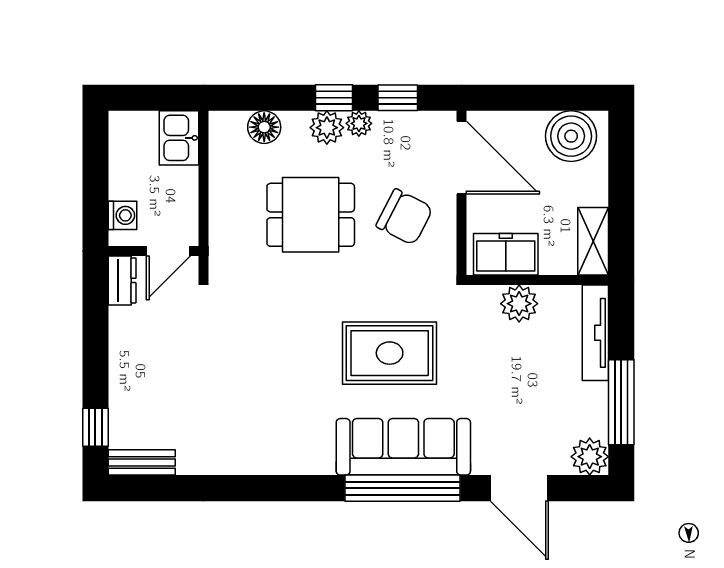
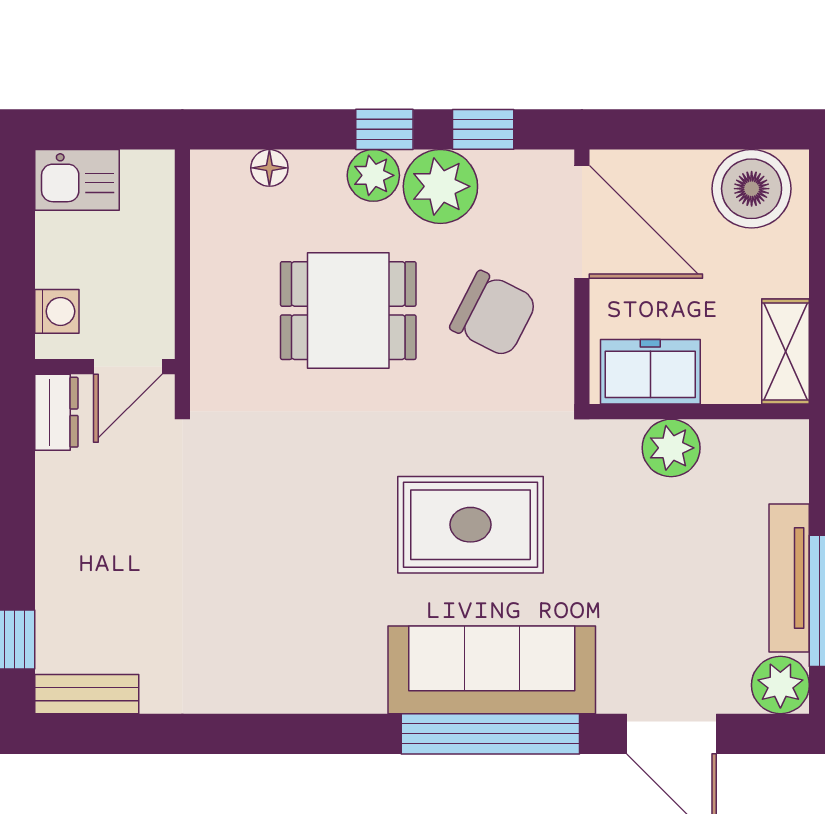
plant: (359, 123) -> (440, 186), width x1.88, depth x1.88
floor lamp: (264, 127) -> (269, 168), width x0.73, depth x0.73
kitchen sink: (179, 138) -> (77, 180), moved, turned -90
tv unit: (595, 333) -> (789, 578), moved

